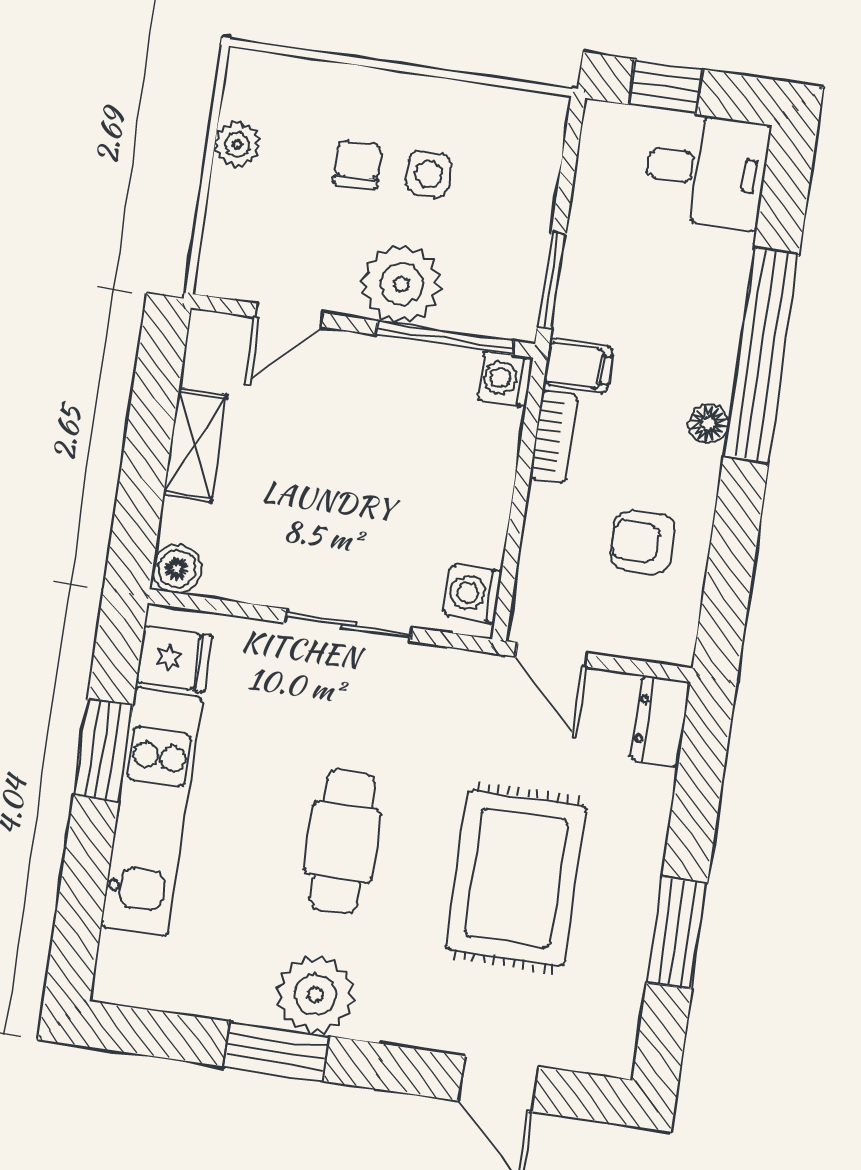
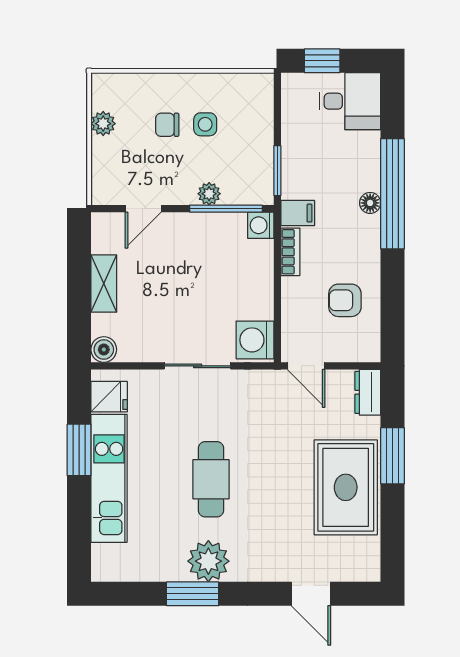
chair: (357, 164) -> (167, 125), turned -88
plant: (401, 284) -> (209, 194), width x0.53, depth x0.53
floor lamp: (708, 423) -> (370, 203), moved
washing machine: (473, 594) -> (255, 340), width x1.38, depth x1.38
rug: (516, 878) -> (346, 487), moved
window: (677, 933) -> (392, 456), moved

